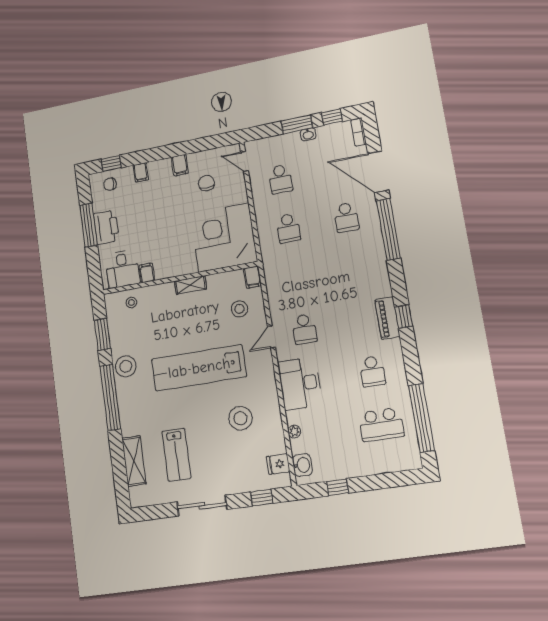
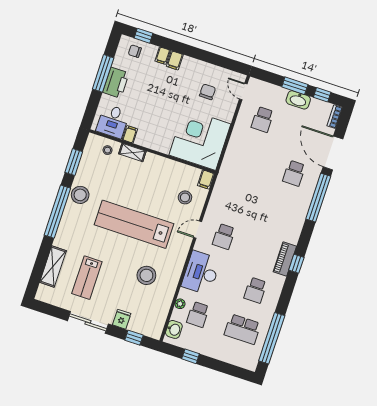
washbasin: (308, 134) -> (298, 100), width x1.91, depth x1.45
filing cabinet: (180, 165) -> (175, 60), moved
school desk: (288, 228) -> (198, 314), moved
shelving: (190, 285) -> (132, 152), moved
fridge: (278, 464) -> (122, 319), moved, turned 90

